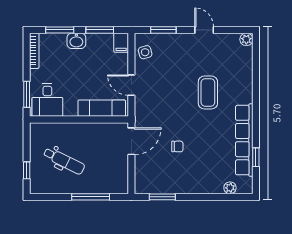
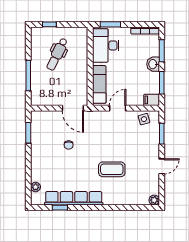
desk: (47, 100) -> (106, 45), width x1.37

